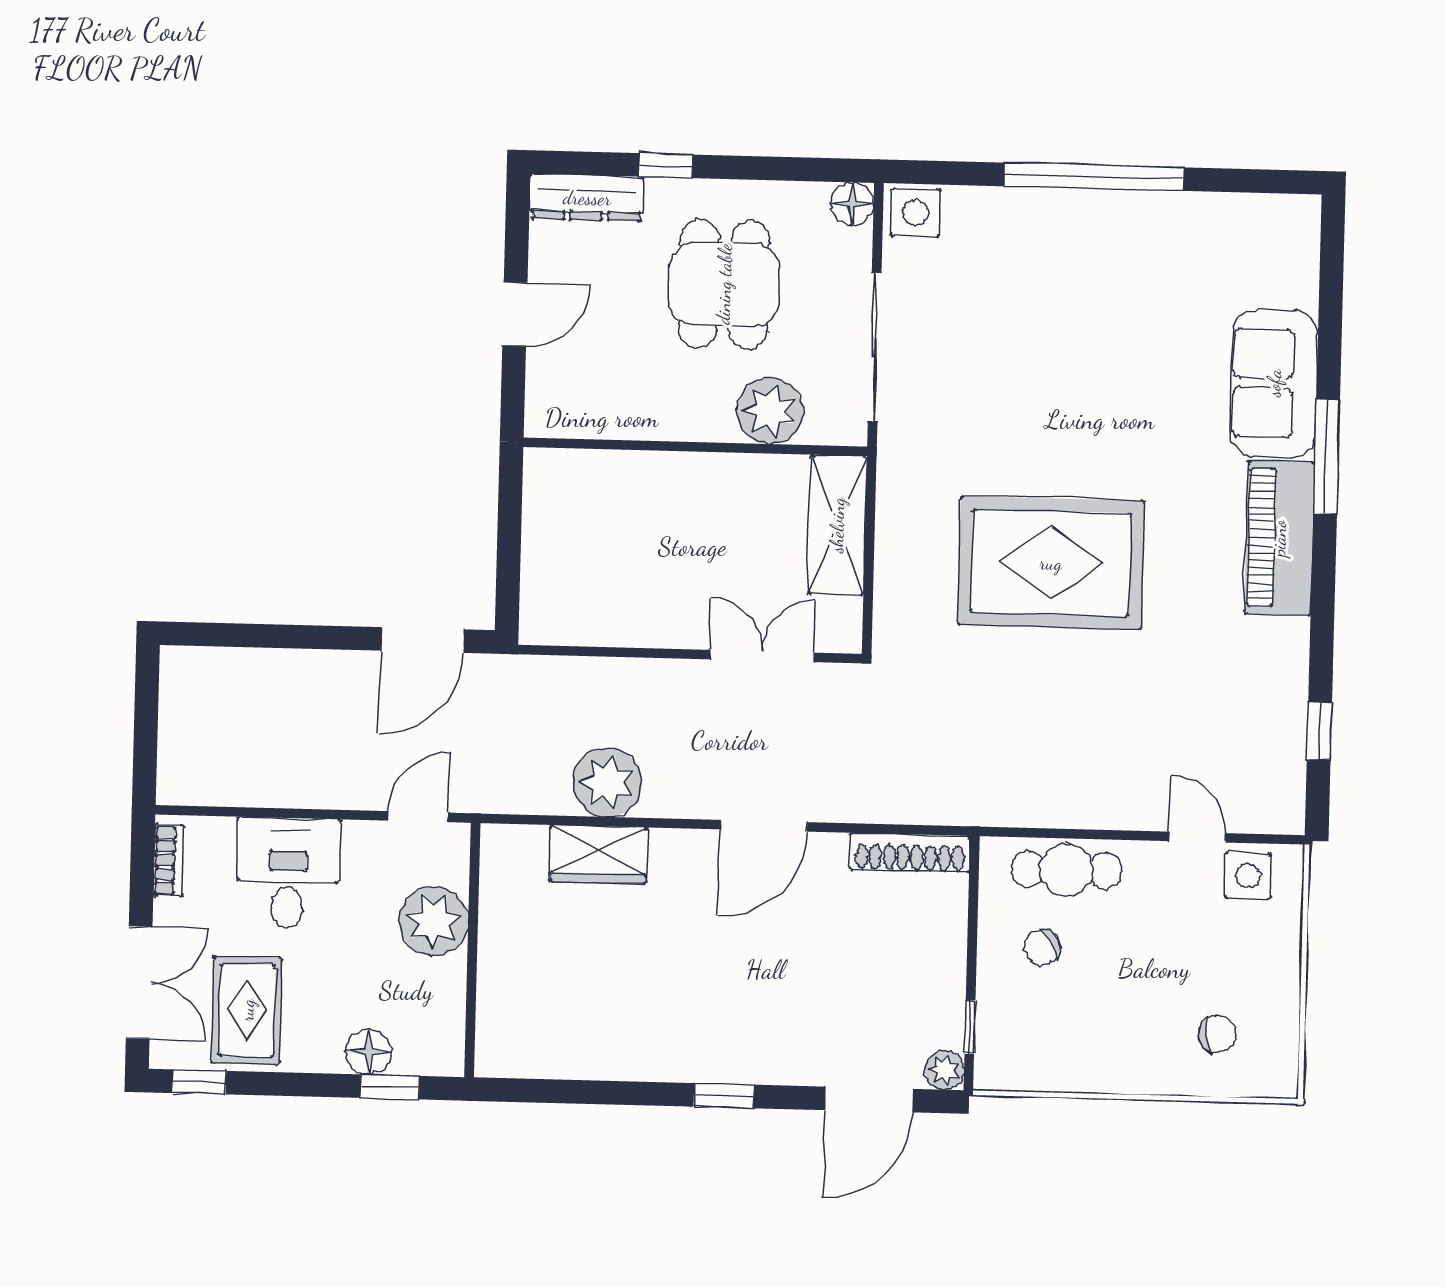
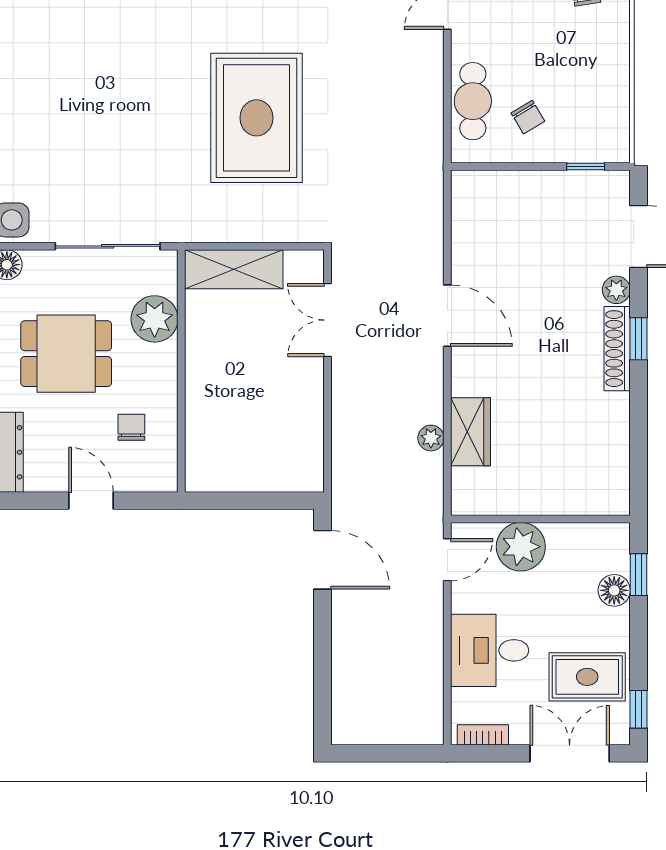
chair: (617, 374) -> (131, 427), added
plant: (607, 782) -> (431, 438), width x0.53, depth x0.53
door: (418, 817) -> (447, 560), swing flipped
shoe rack: (910, 853) -> (617, 349), moved, turned 180
plant: (944, 1070) -> (616, 290), moved

